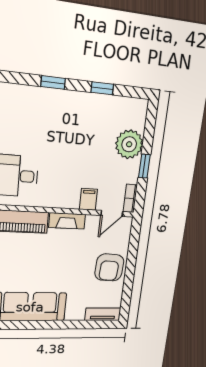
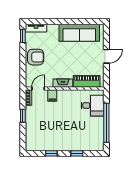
plant: (129, 144) -> (33, 127), removed
armchair: (109, 267) -> (36, 57), turned 87
window: (126, 302) -> (23, 36), added

